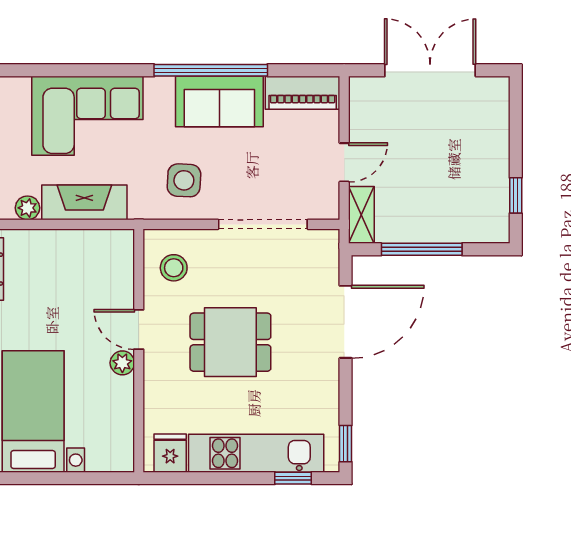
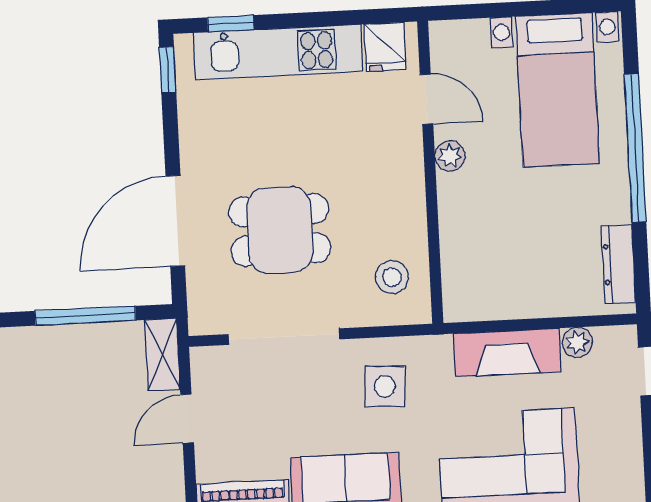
door: (139, 330) -> (426, 99), moved
dining table: (230, 342) -> (280, 230), moved

